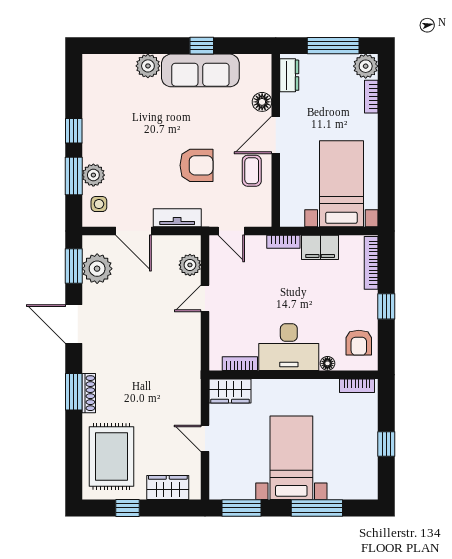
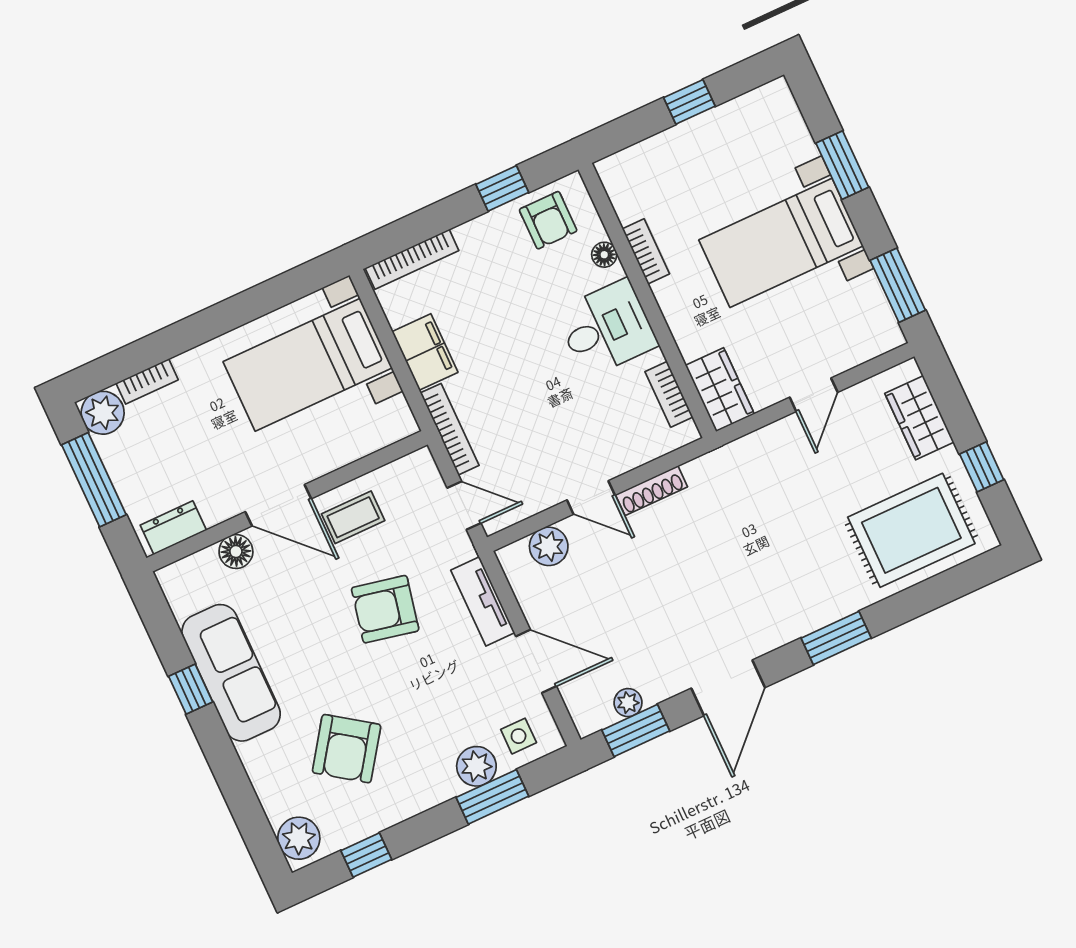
plant: (148, 66) -> (299, 838), moved
armchair: (134, 112) -> (347, 749), added
window: (74, 131) -> (366, 855), moved
armchair: (196, 165) -> (385, 609), turned -78
door: (133, 231) -> (536, 661), hinge flipped
door: (231, 231) -> (464, 505), hinge flipped
bookcase: (283, 242) -> (450, 429), width x1.56
plant: (97, 269) -> (628, 703), width x0.53, depth x0.53
window: (386, 306) -> (502, 188), moved
armchair: (359, 343) -> (548, 220), turned 90
desk: (289, 347) -> (607, 328), width x0.73
bookcase: (357, 386) -> (646, 251), moved
shoe rack: (89, 393) -> (651, 491), moved, turned 180
window: (317, 508) -> (842, 165), width x0.69

